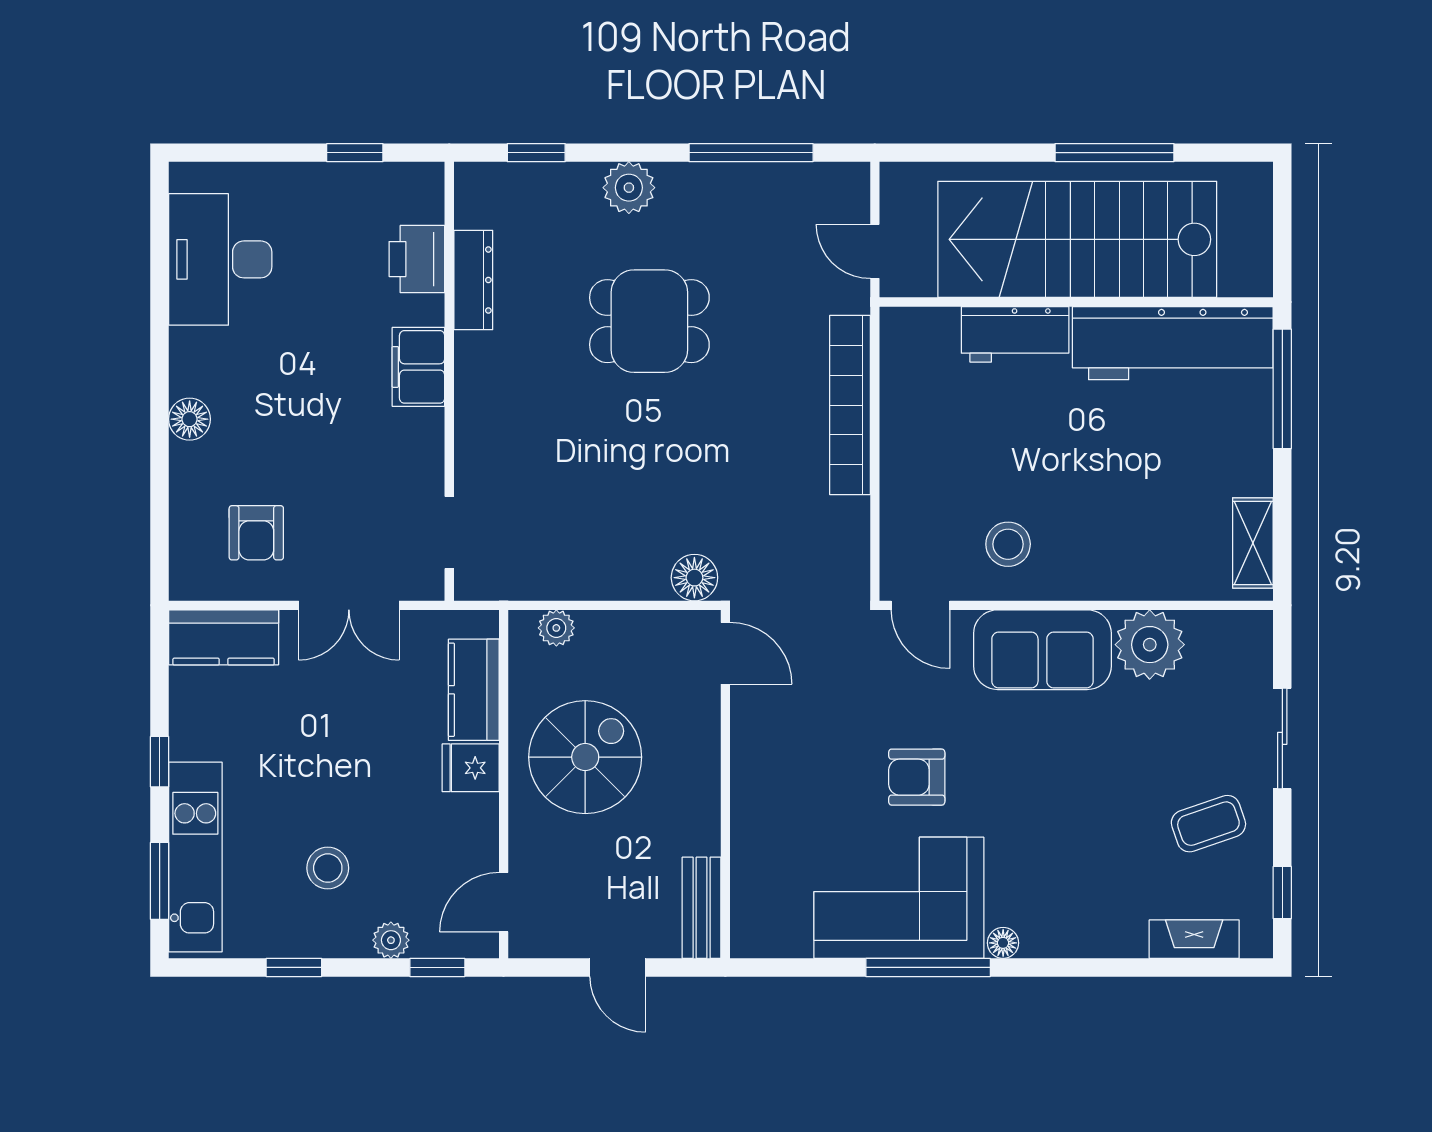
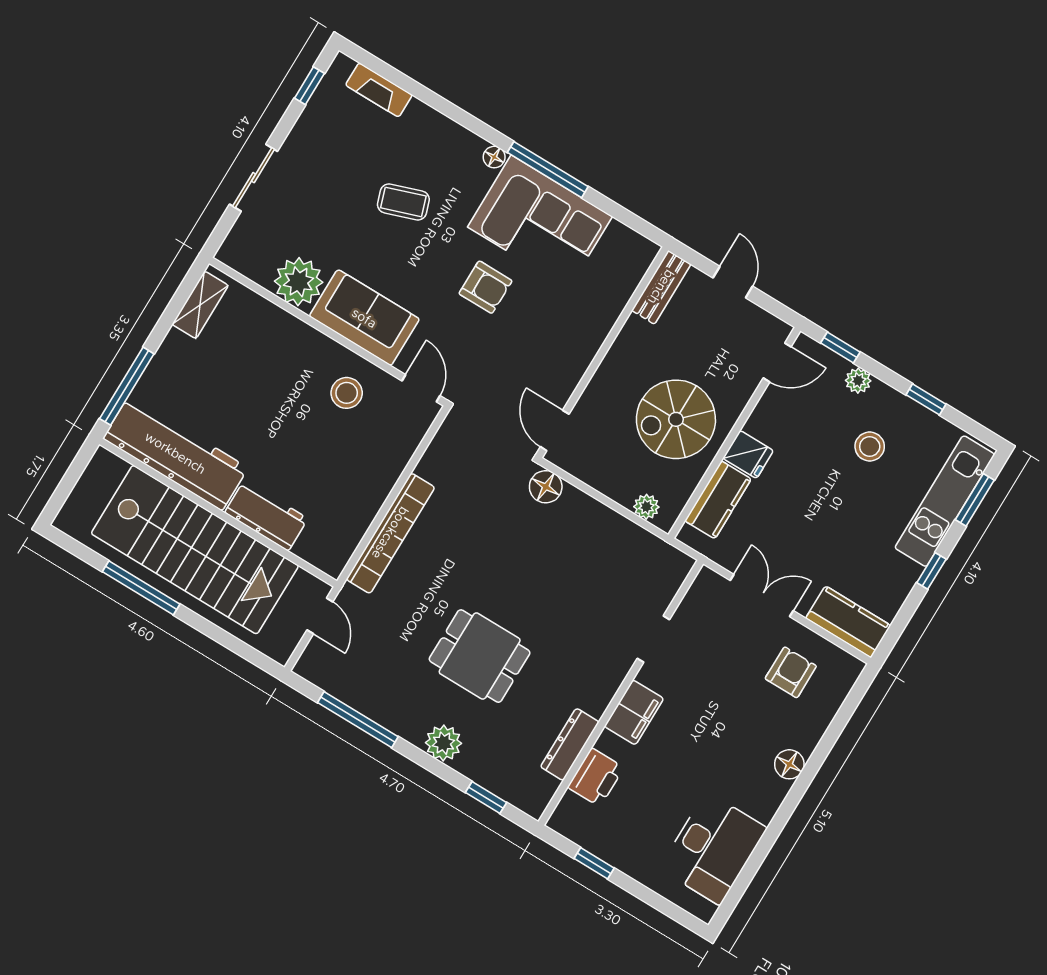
doorway: (449, 533) -> (653, 639), moved
coffee table: (1208, 824) -> (403, 202), moved

